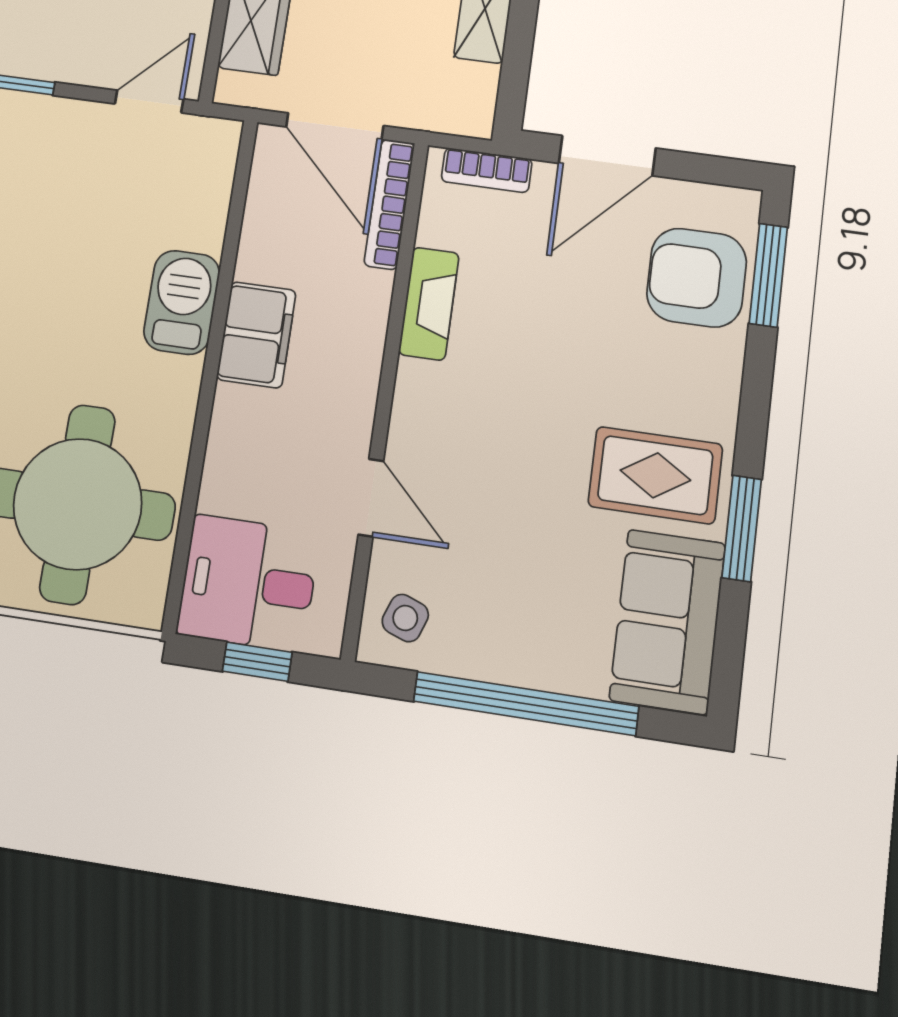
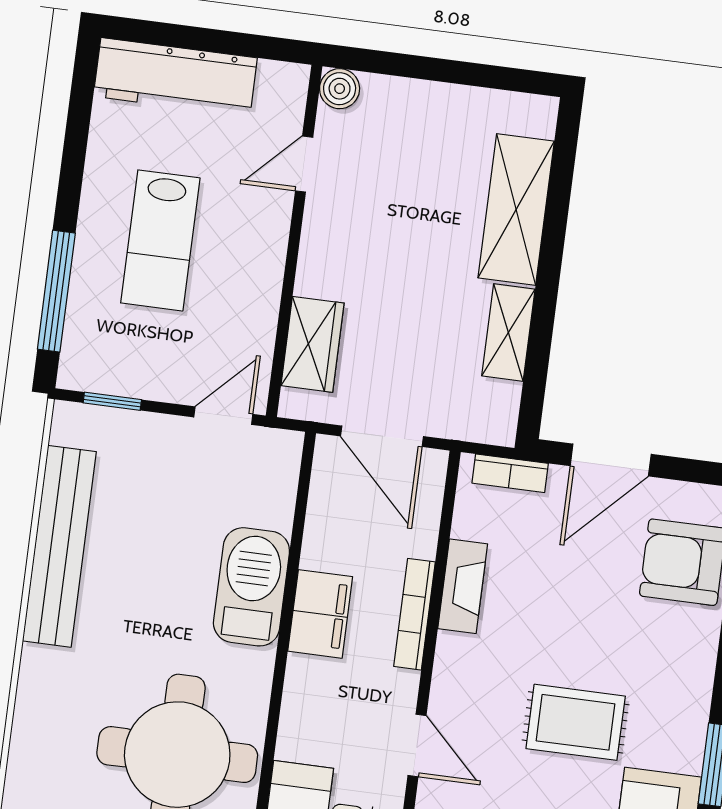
bookcase: (389, 204) -> (415, 614), moved
barbecue: (182, 302) -> (251, 587), width x1.37, depth x1.21
rug: (655, 475) -> (576, 722), moved

